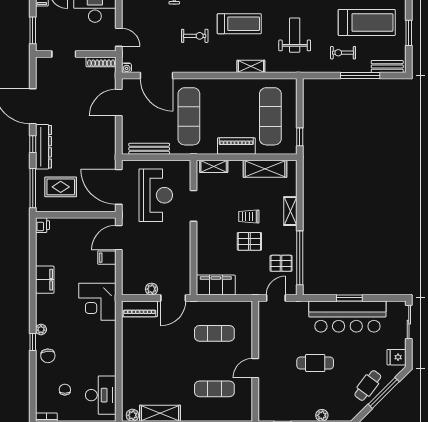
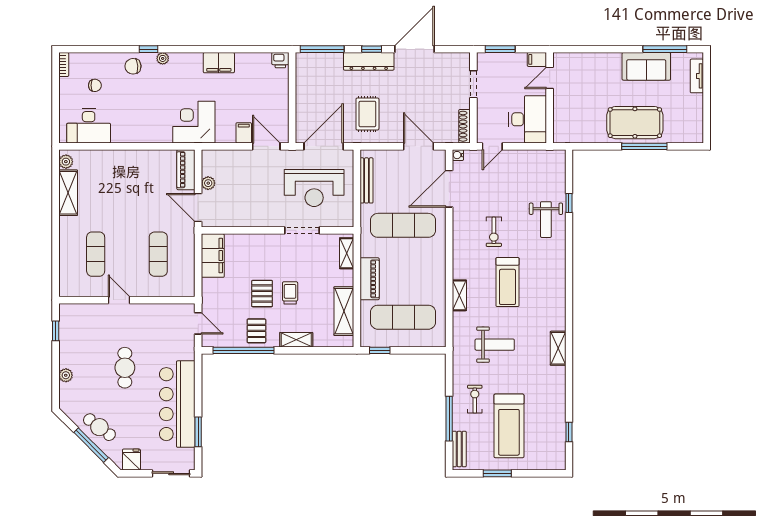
rug: (61, 187) -> (367, 114), moved
pallet: (281, 263) -> (256, 331), moved
window: (349, 298) -> (198, 432), moved

